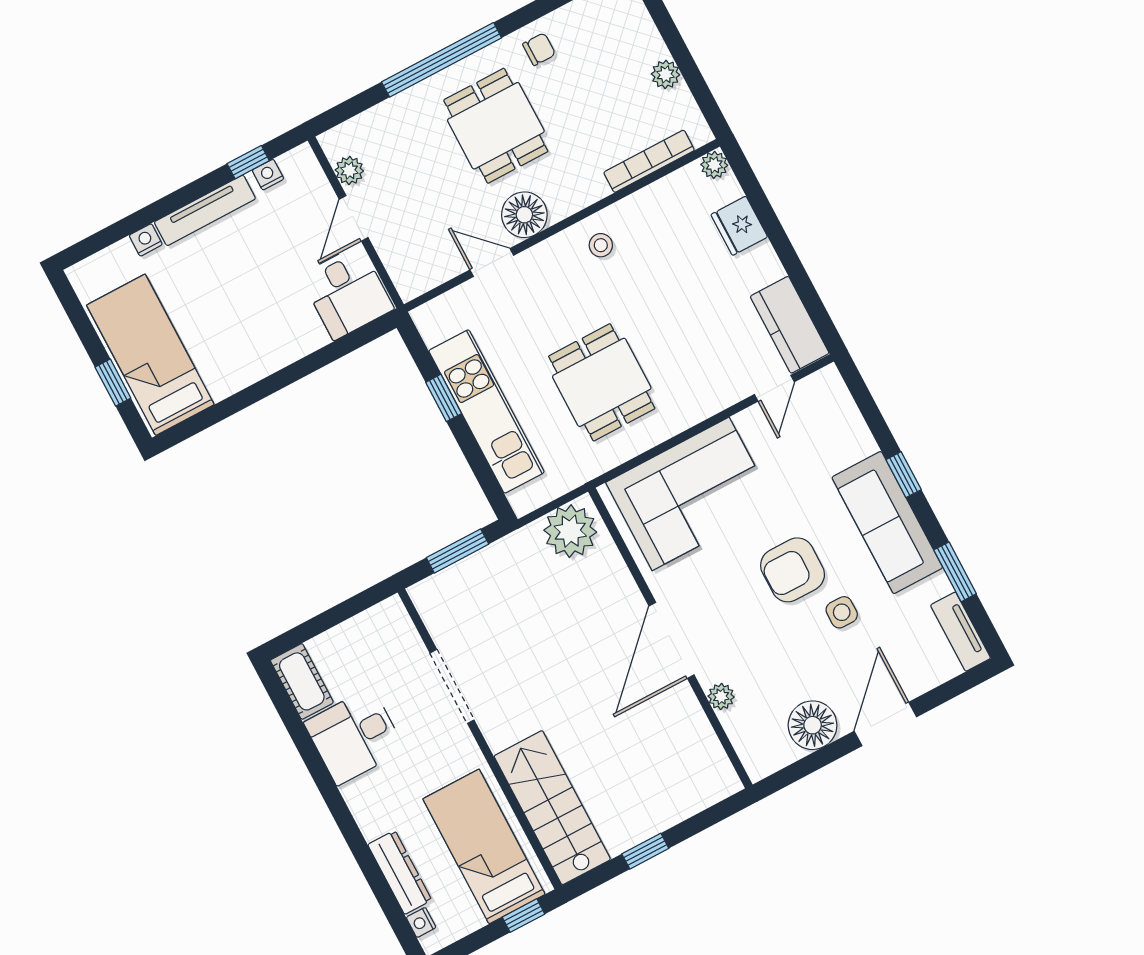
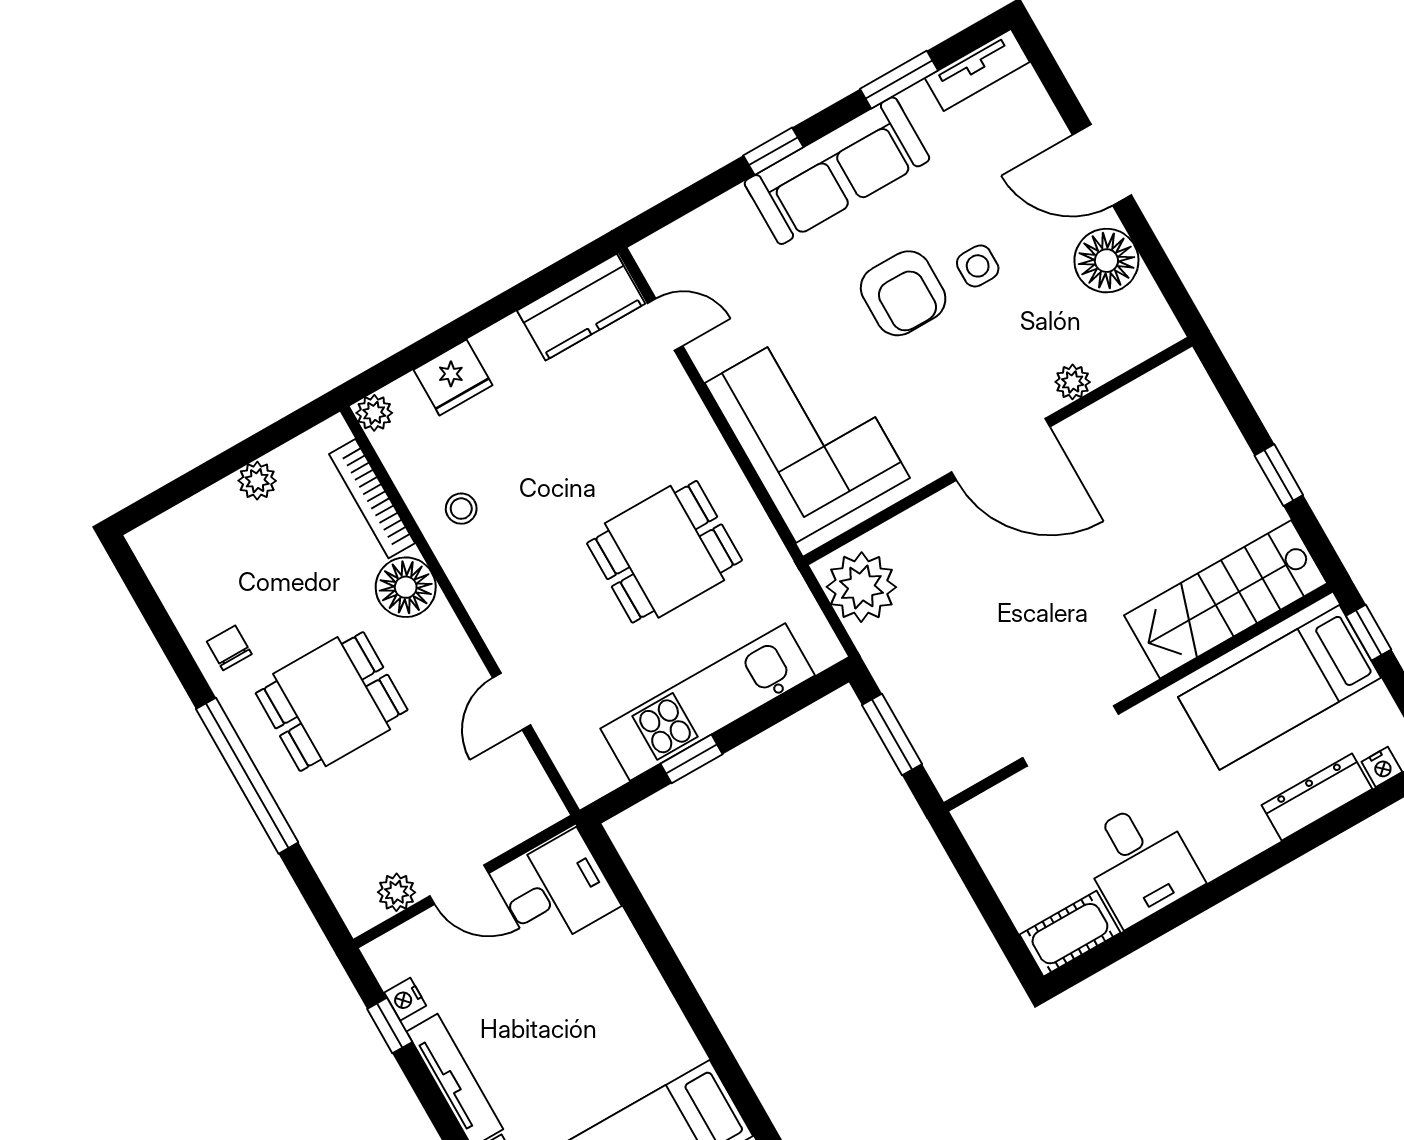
floor lamp: (524, 215) -> (406, 587), moved
stool: (601, 245) -> (461, 509), moved
side table: (842, 612) -> (978, 266), moved

